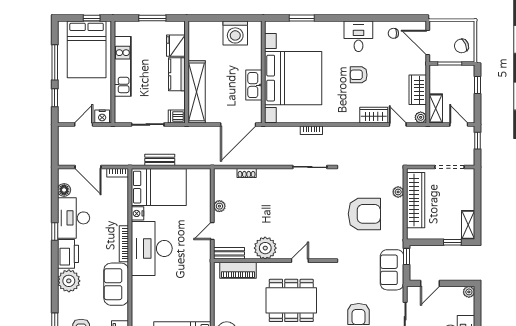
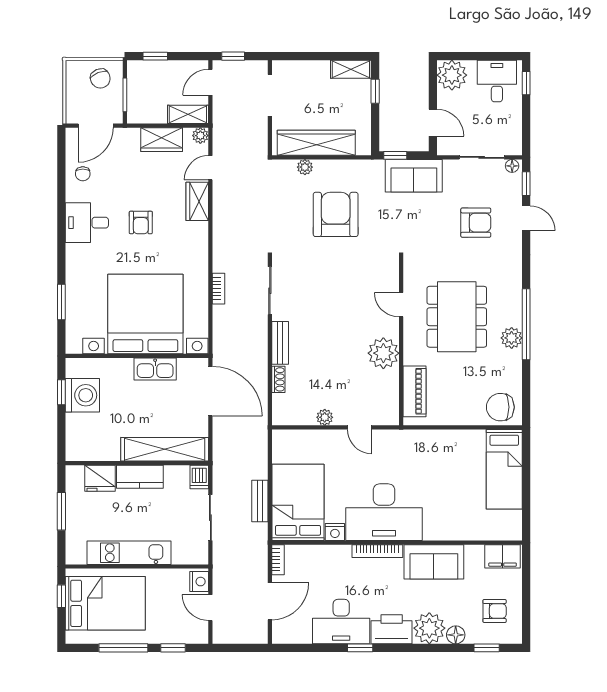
window: (237, 18) -> (61, 392), added
floor lamp: (64, 190) -> (456, 635), moved
bench: (229, 253) -> (280, 343), moved
plant: (469, 292) -> (452, 75), width x1.88, depth x1.88

